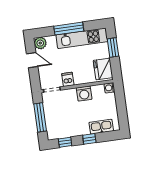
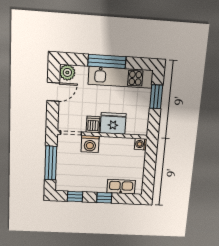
door: (32, 60) -> (53, 92), hinge flipped
fridge: (103, 69) -> (113, 123), moved, turned 90
washing machine: (84, 94) -> (90, 144), moved

